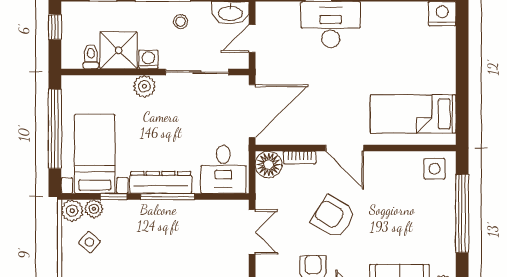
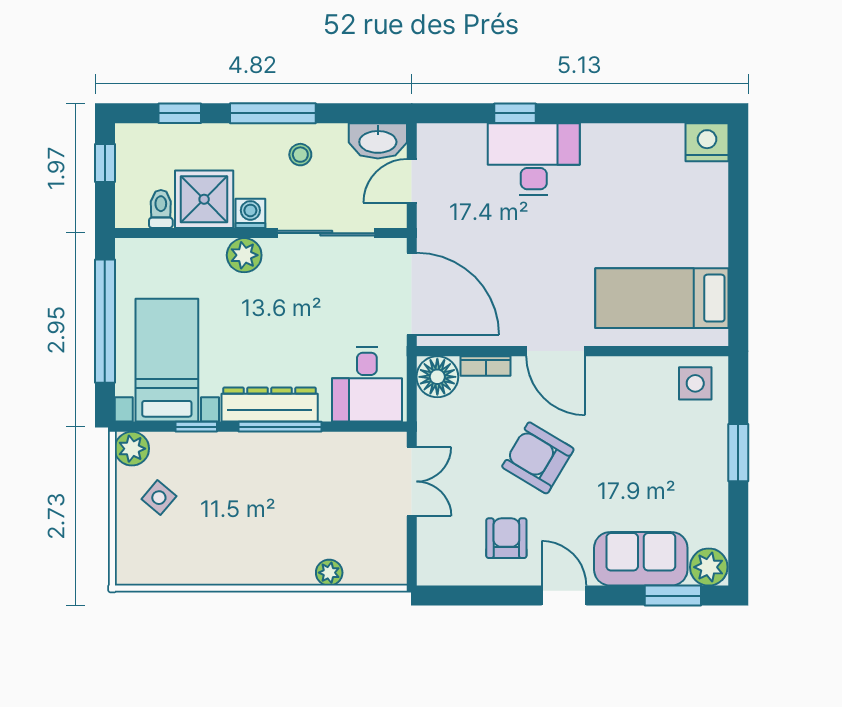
door: (252, 111) -> (412, 294), hinge flipped
plant: (94, 209) -> (166, 446), removed
window: (462, 213) -> (738, 453), width x0.47

